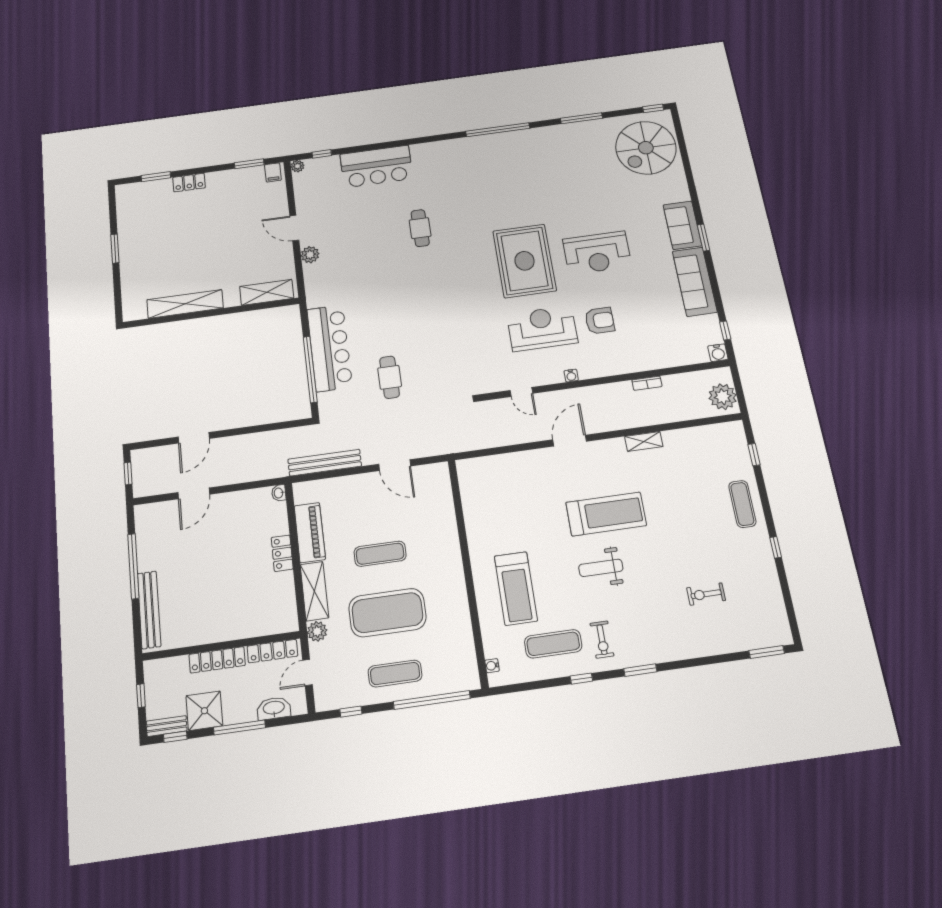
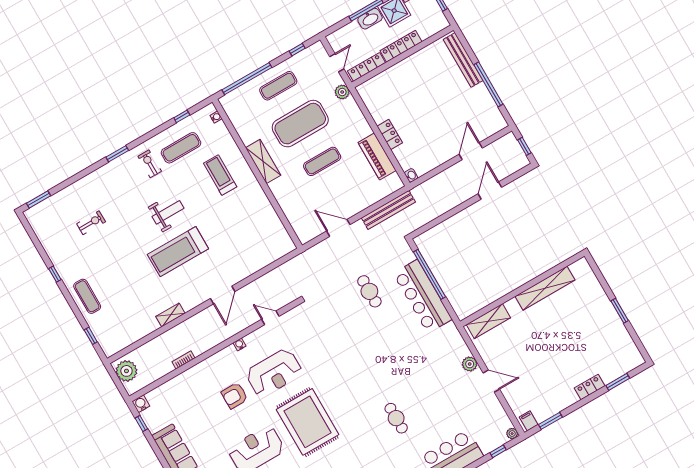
treadmill: (516, 588) -> (220, 175), width x0.73, depth x0.73
shelving: (314, 591) -> (263, 161), moved
window: (581, 679) -> (182, 116), moved
washbasin: (274, 708) -> (370, 19), moved

